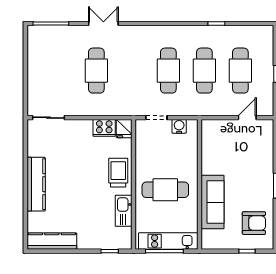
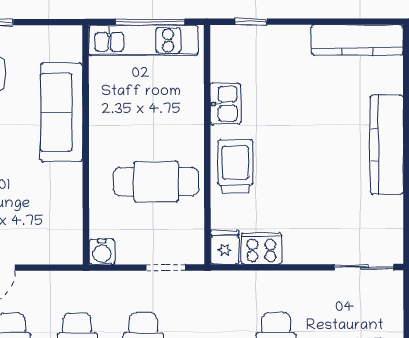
water cooler: (179, 126) -> (102, 252), moved
trolley: (118, 173) -> (235, 166), turned 180
cafe table: (165, 190) -> (156, 182), moved
kitchen sink: (124, 211) -> (225, 104), width x0.73

